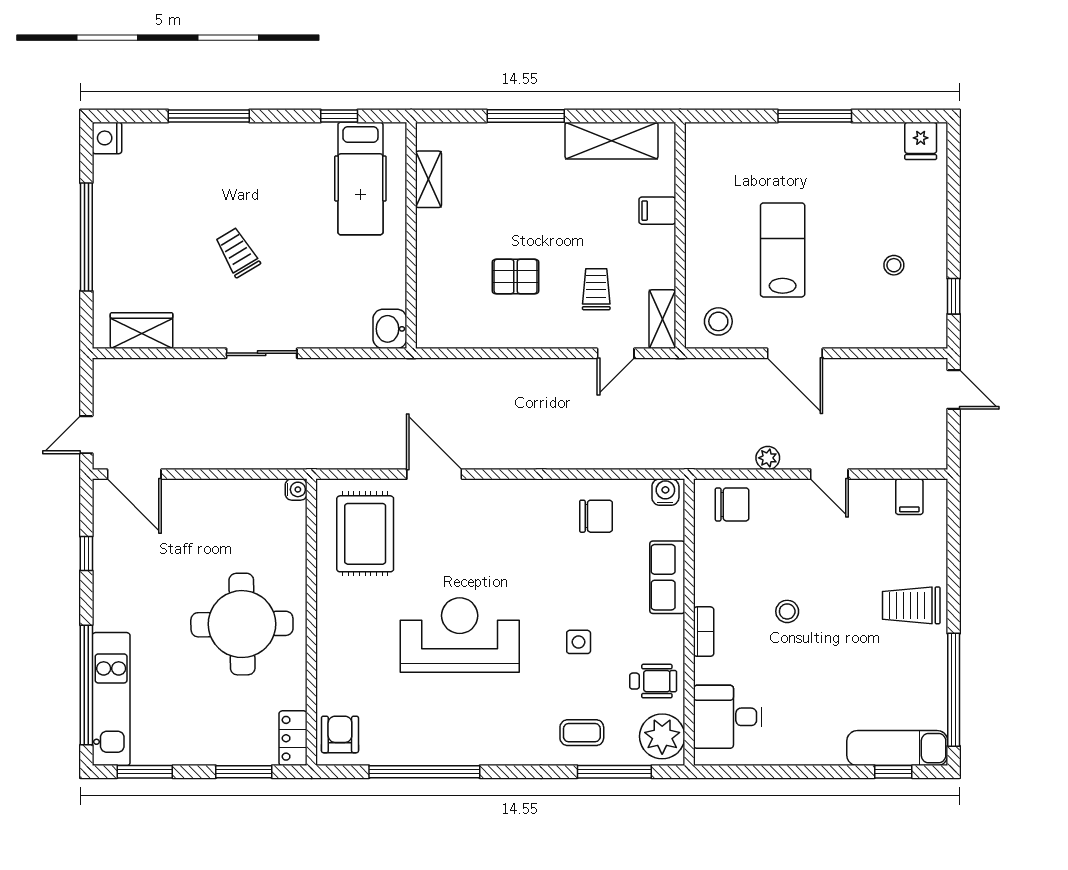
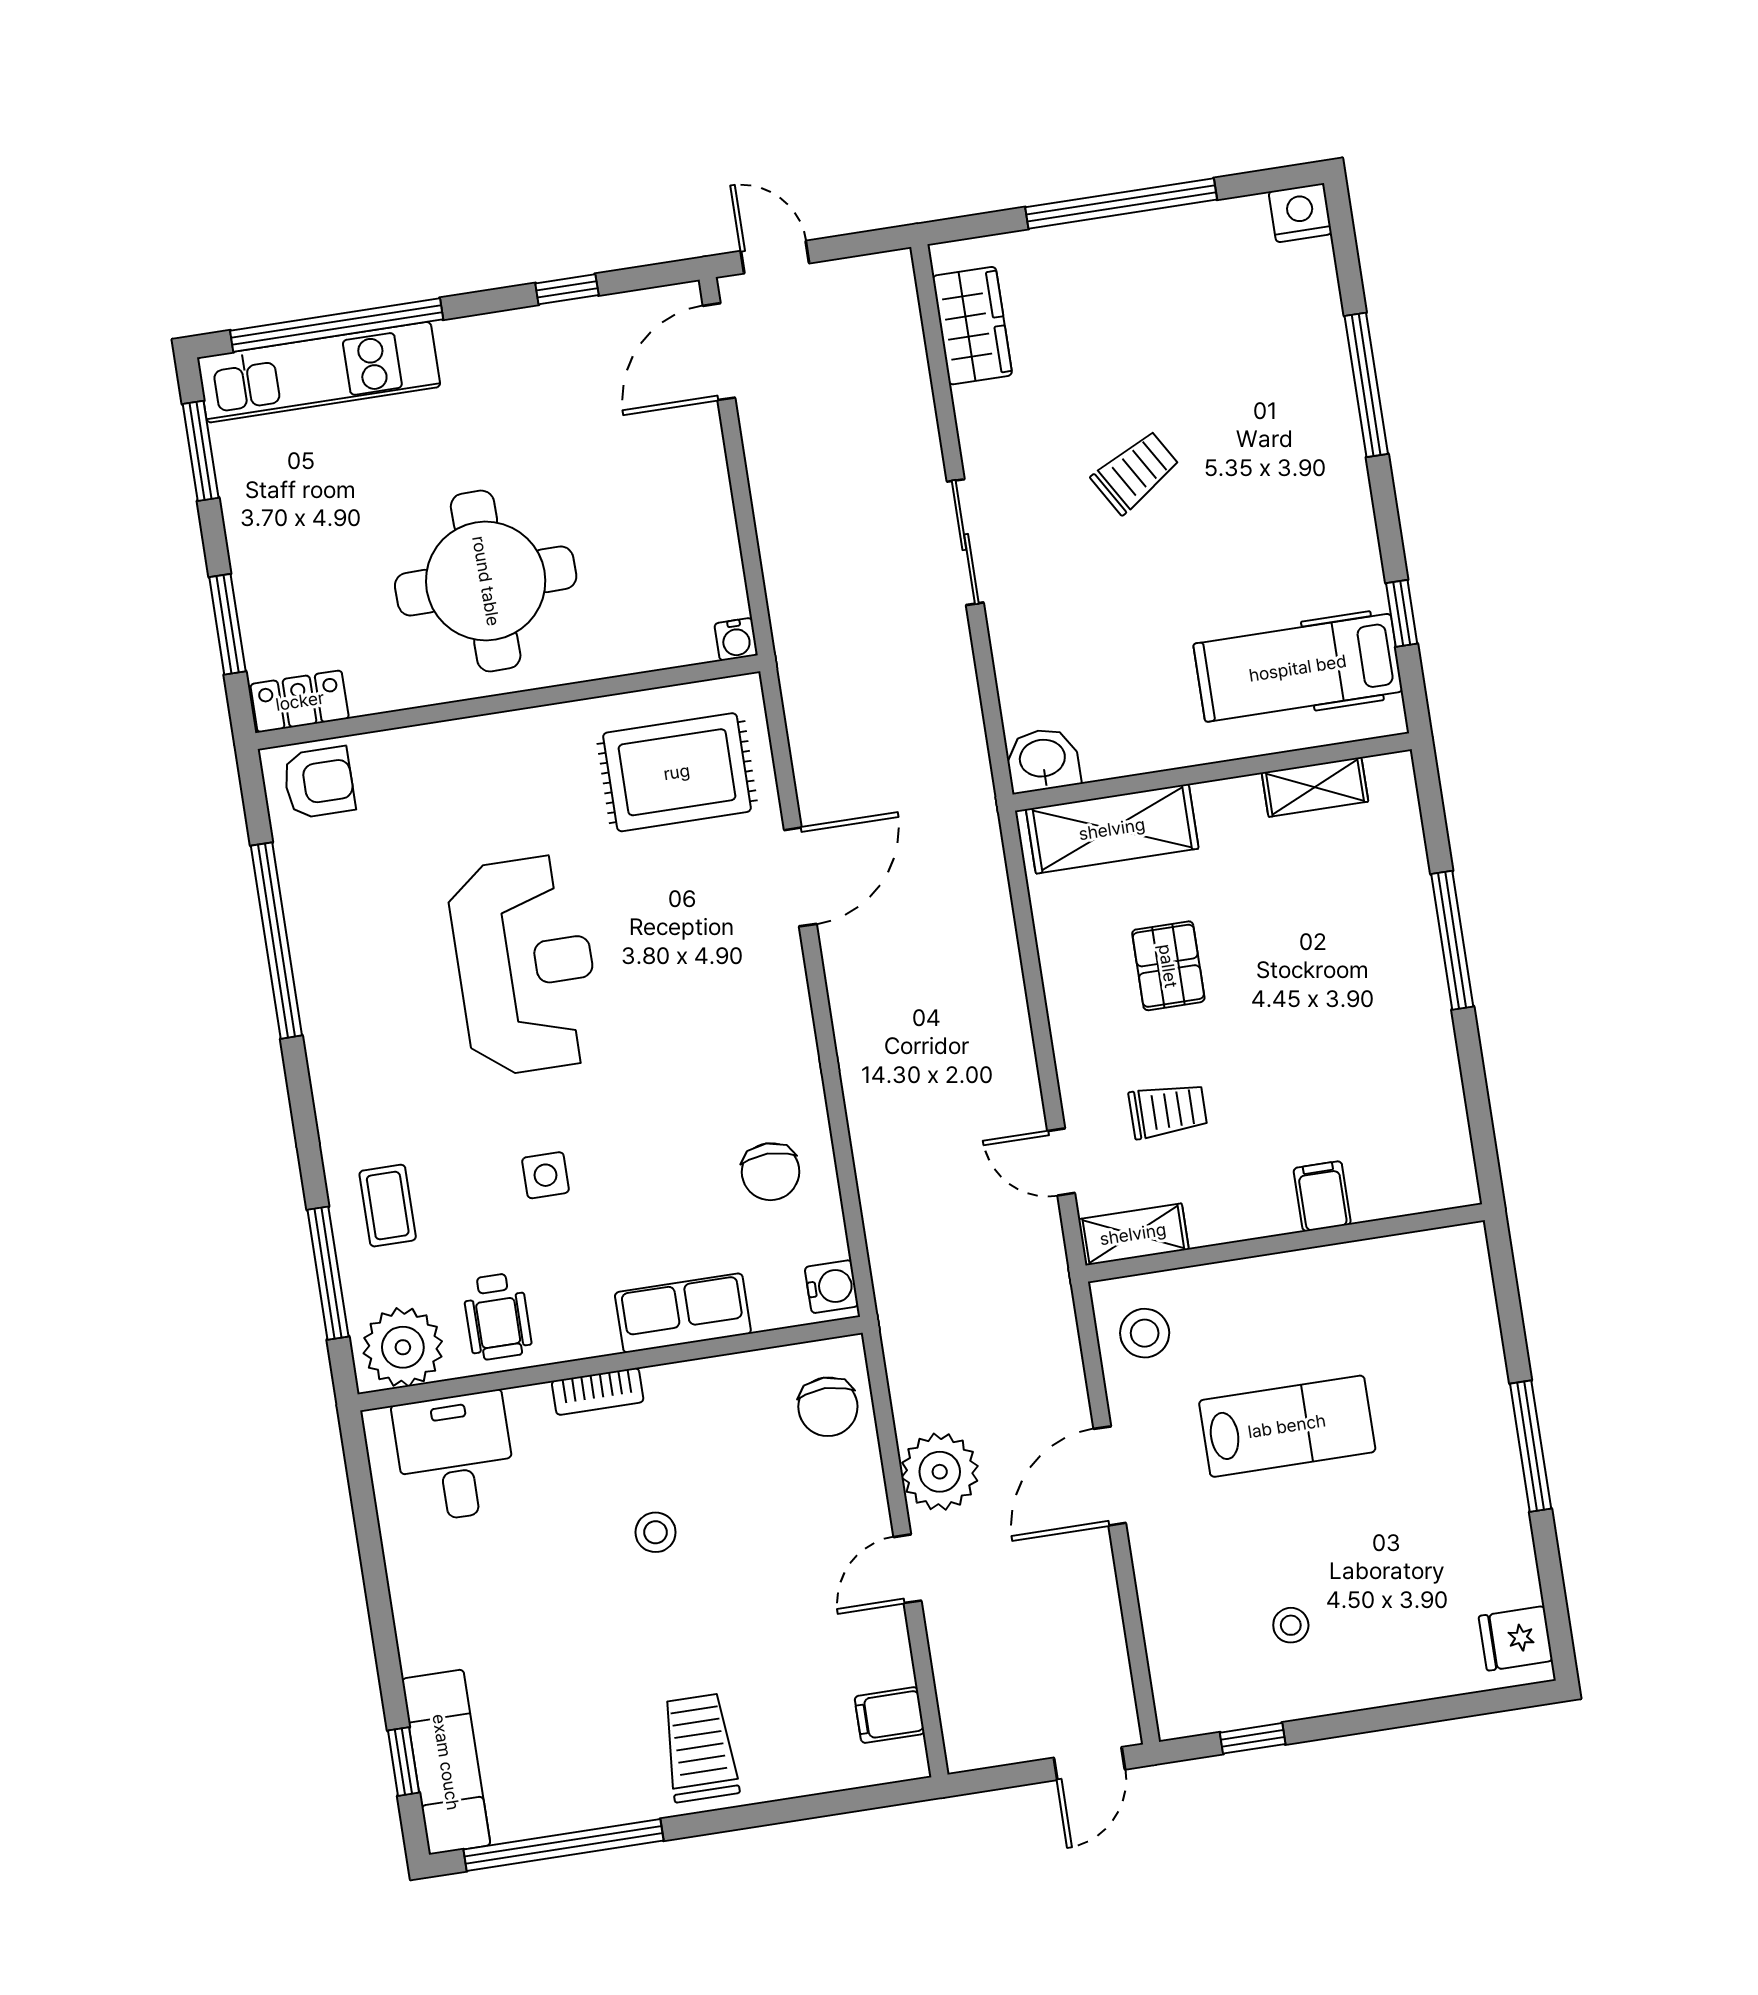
shelving: (612, 141) -> (1112, 829), moved, turned 90
plant: (768, 458) -> (940, 1472), width x1.88, depth x1.88

